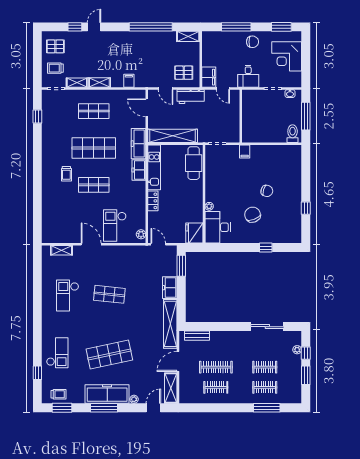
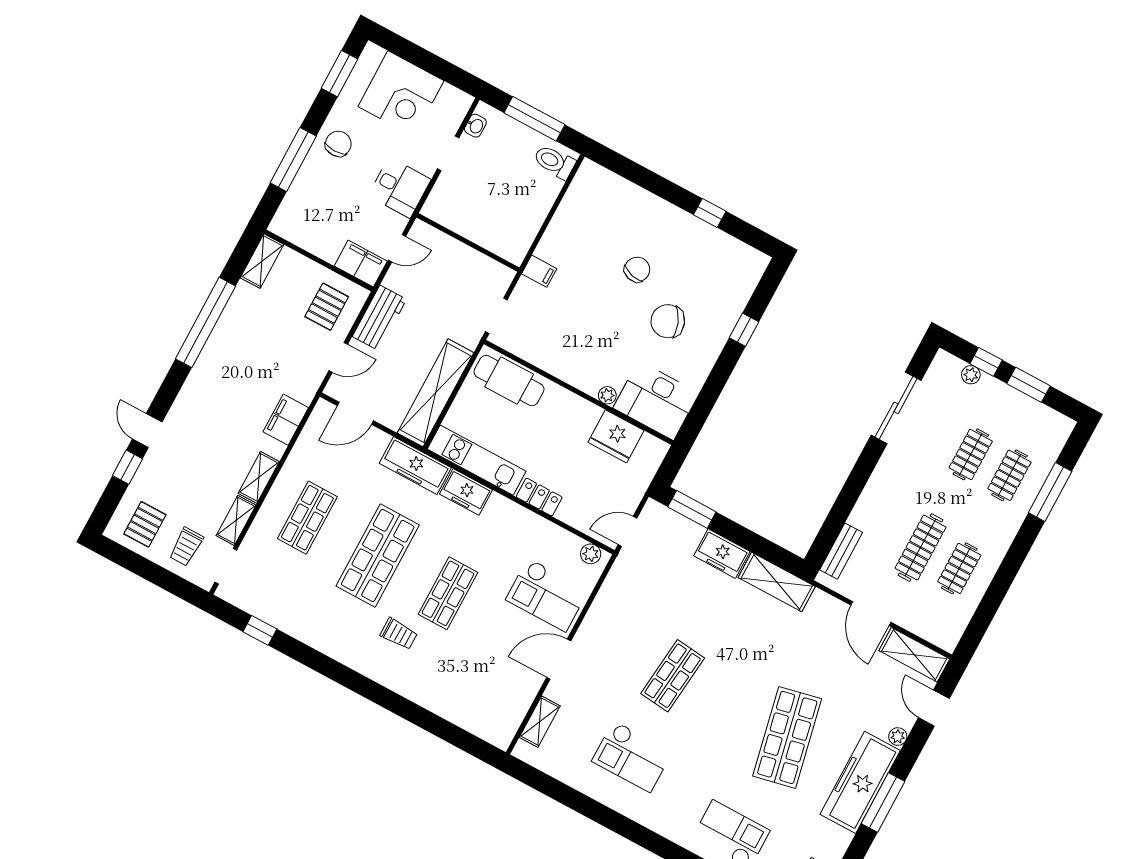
filing cabinet: (129, 81) -> (286, 420), width x2.00
fridge: (194, 233) -> (616, 436), moved
shelving: (170, 324) -> (777, 582), width x0.68

